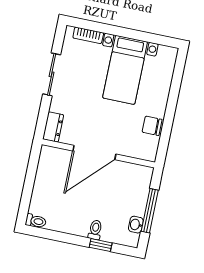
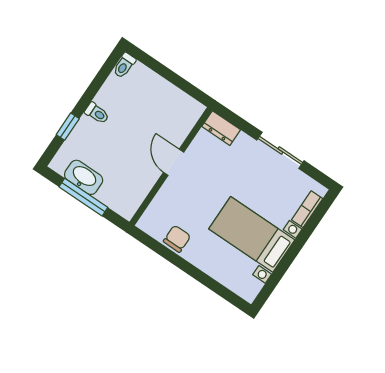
door: (94, 153) -> (174, 162), width x0.53
washbasin: (136, 225) -> (84, 177), width x1.91, depth x1.45
toilet: (95, 230) -> (97, 113), moved

